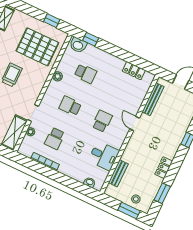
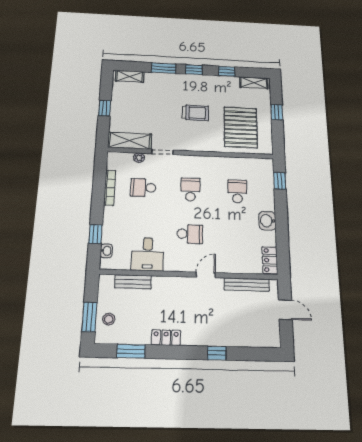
window: (52, 21) -> (277, 112), moved
washbasin: (78, 45) -> (267, 221), moved
locker: (134, 71) -> (270, 260), moved
school desk: (86, 74) -> (237, 191), turned 180
plant: (58, 76) -> (218, 162), removed
window: (75, 185) -> (95, 234), added

